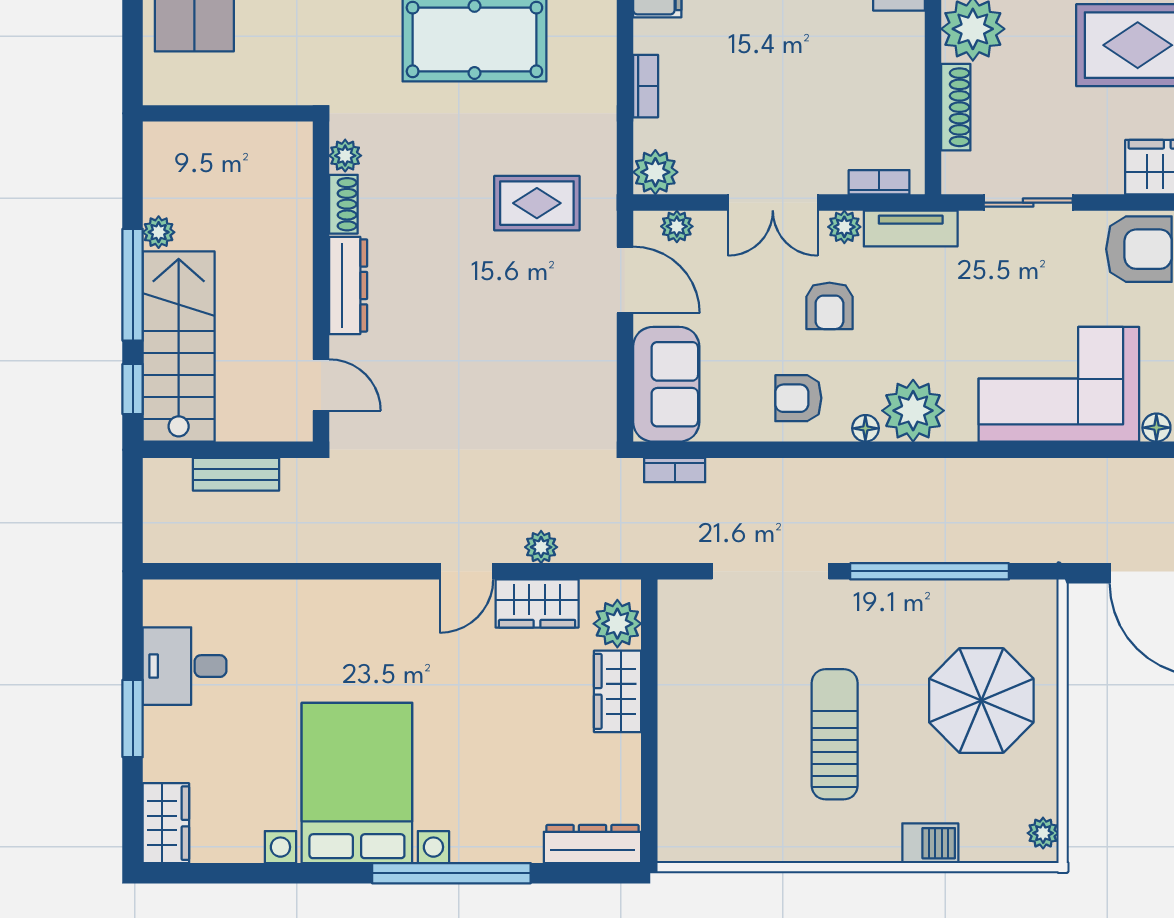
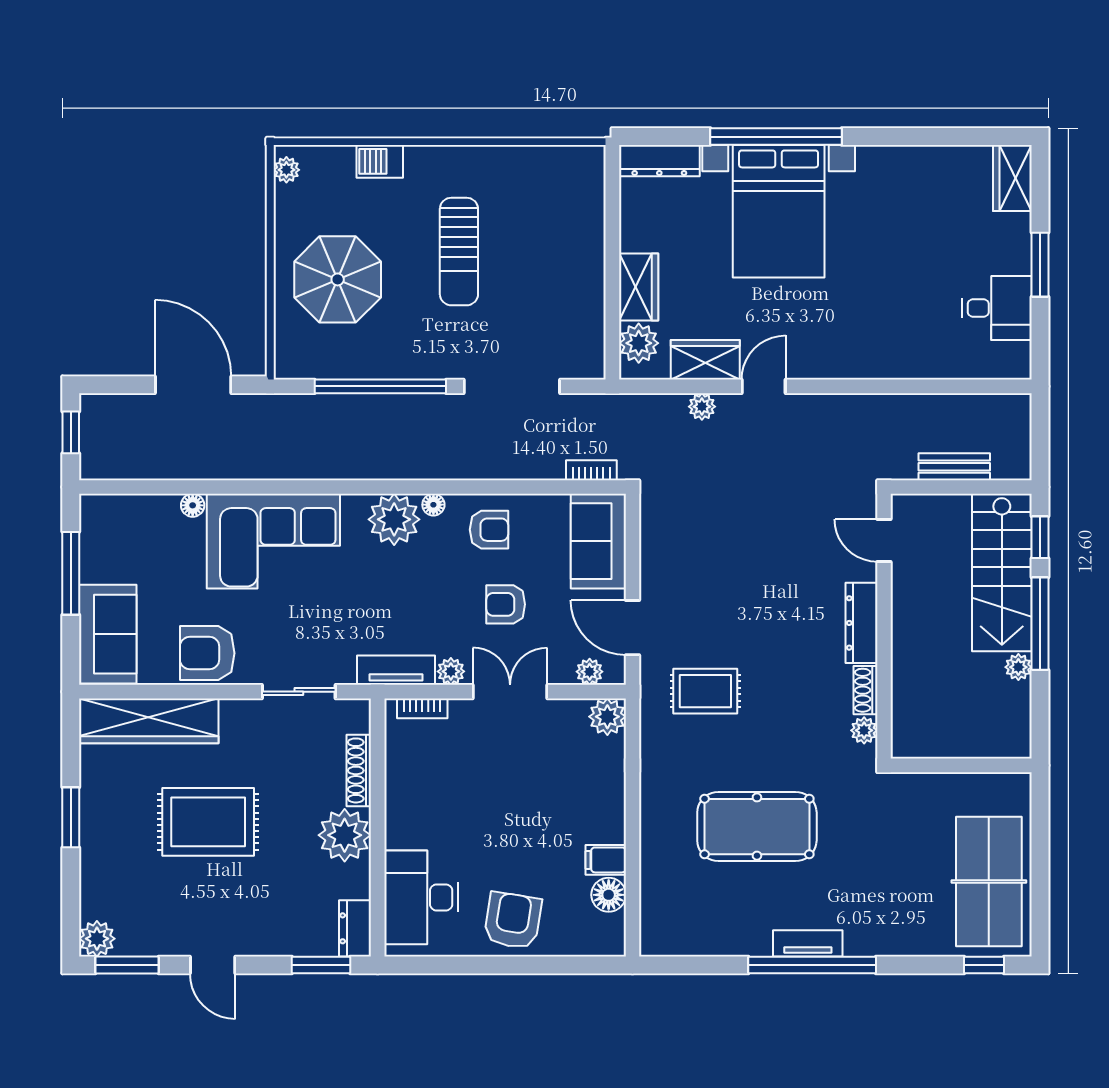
bookcase: (646, 86) -> (615, 788), removed
armchair: (829, 306) -> (506, 604), moved, turned -90
bed with nightstands: (357, 783) -> (779, 211), moved

